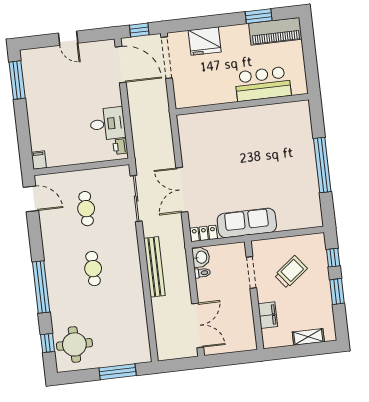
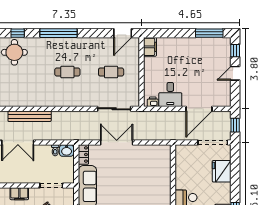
window: (37, 42) -> (235, 51), added
door: (121, 65) -> (199, 109), moved
filing cabinet: (39, 160) -> (150, 47), width x2.00
bench: (154, 267) -> (30, 116), moved

